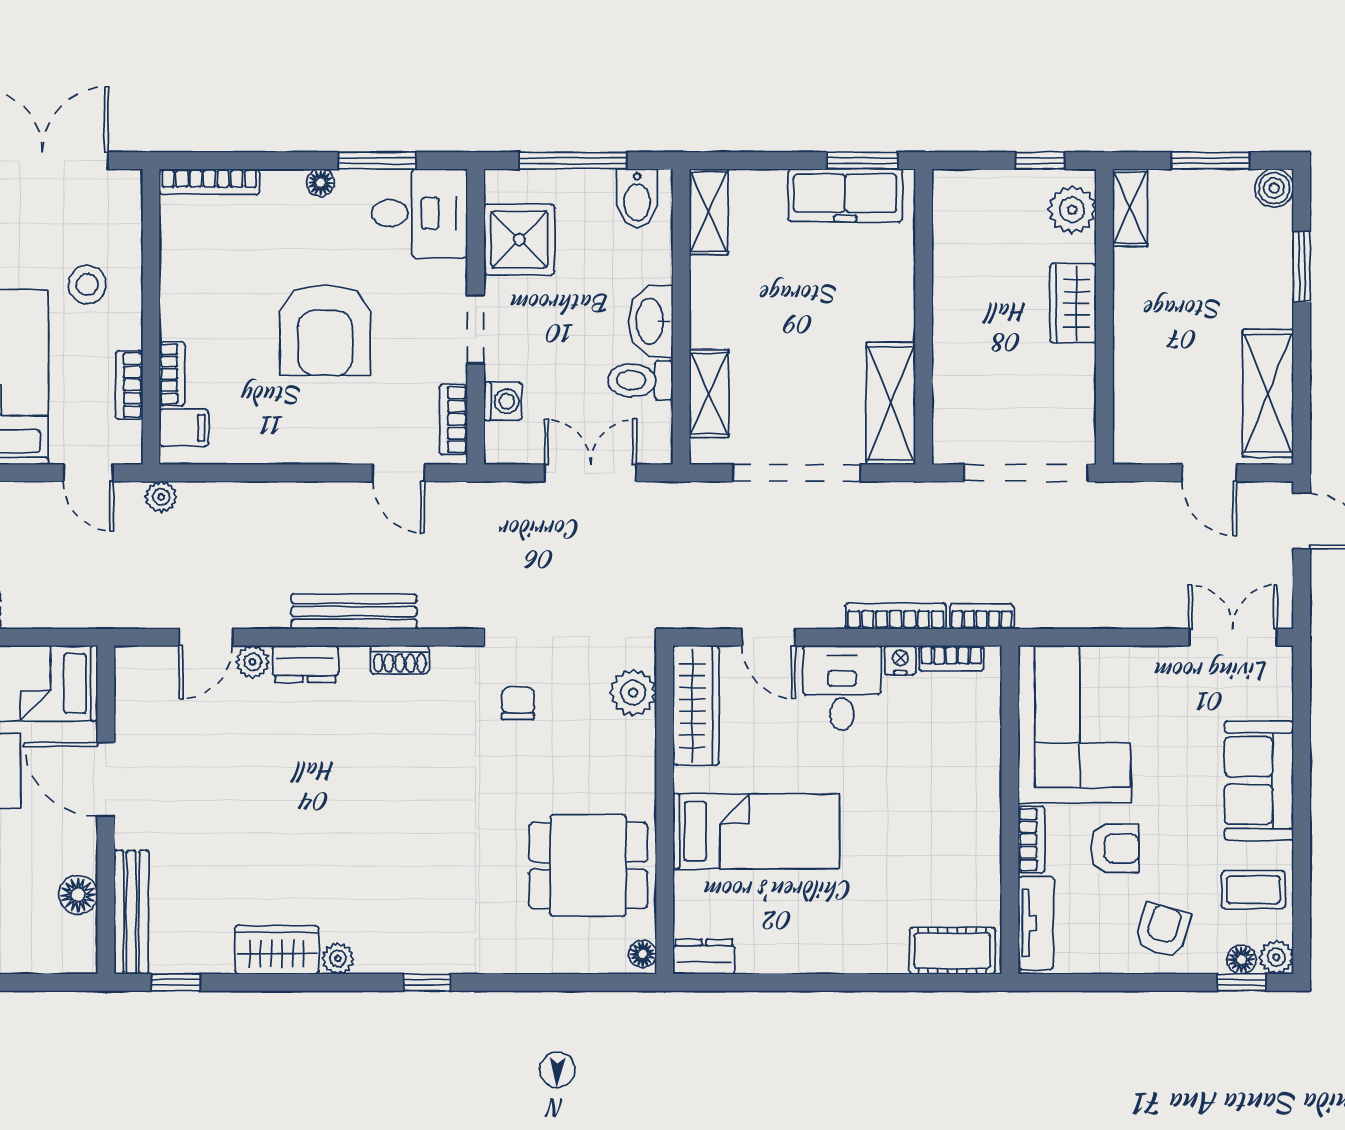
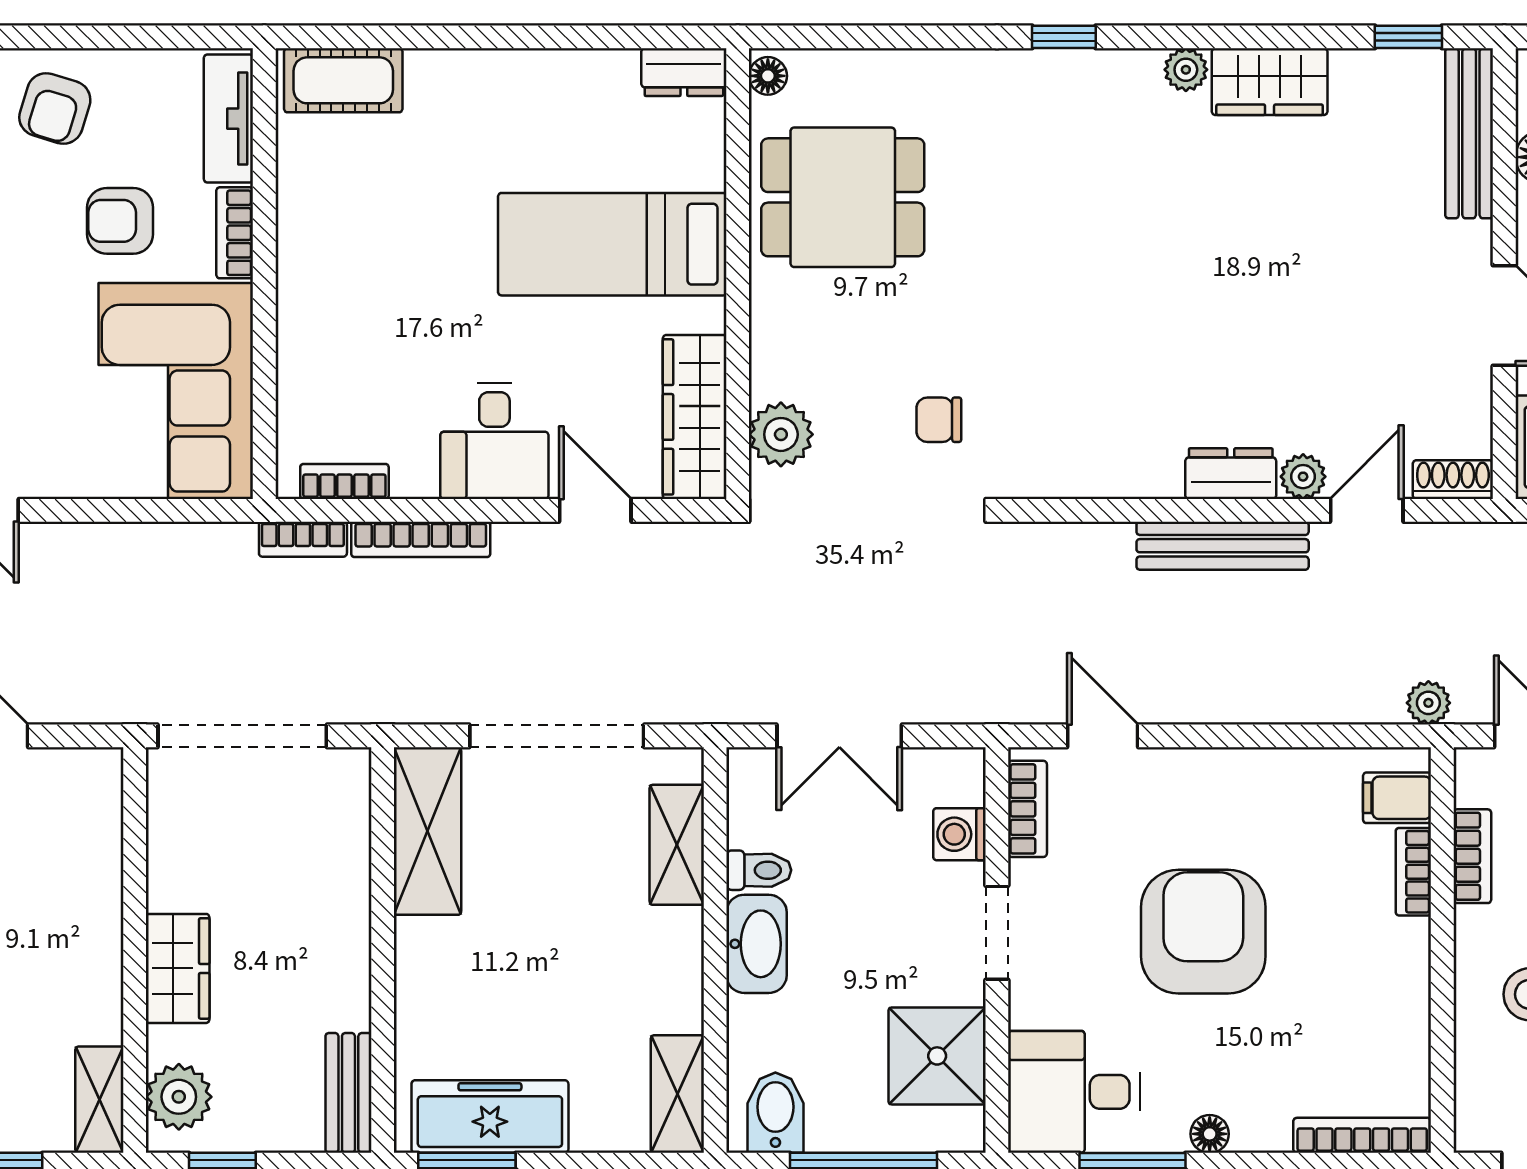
bench: (948, 213) -> (348, 1093), added
toilet: (640, 380) -> (759, 870), width x0.73, depth x0.72
bench: (354, 611) -> (1223, 546), moved
shoe rack: (400, 660) -> (1453, 480), moved
nightstand: (900, 660) -> (415, 479), removed
chair: (518, 703) -> (939, 420), turned 90

